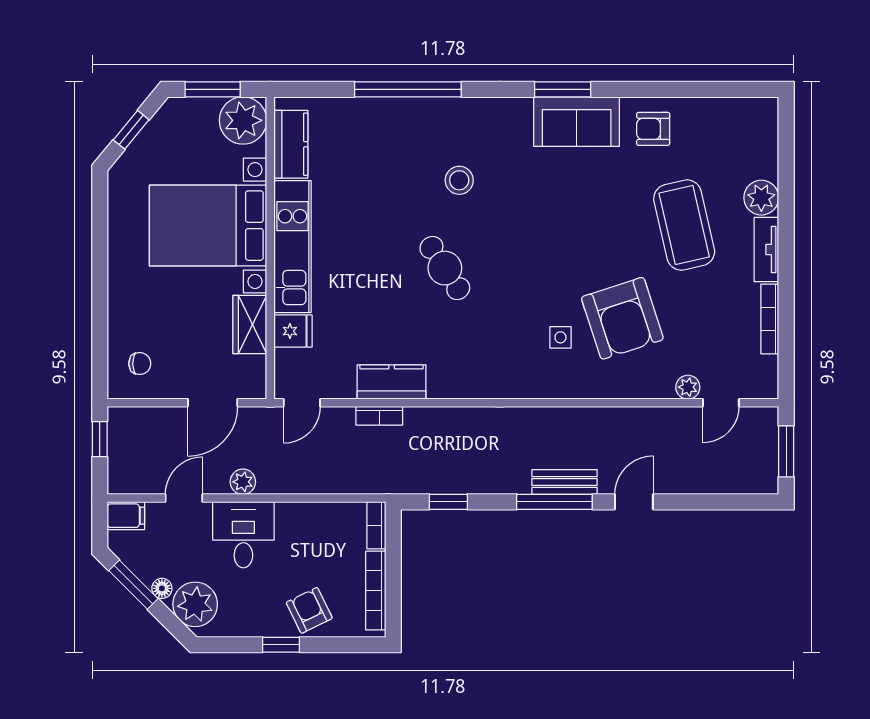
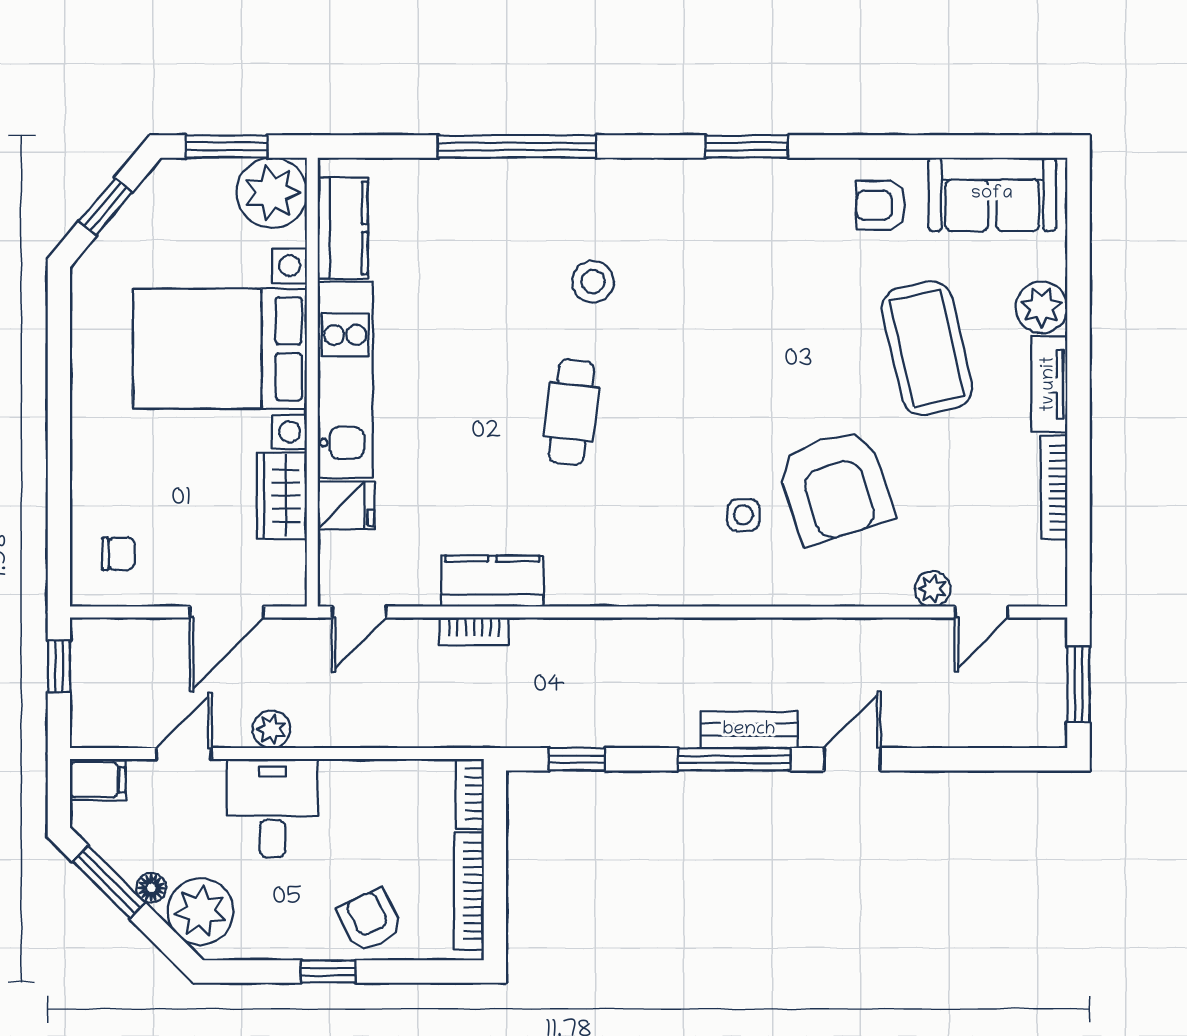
sofa: (577, 122) -> (992, 194), moved
cafe table: (445, 268) -> (571, 412), turned 40

